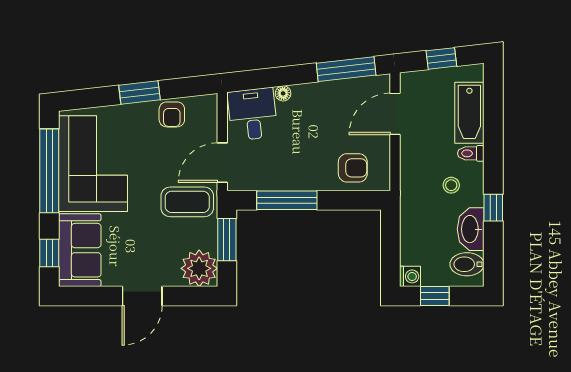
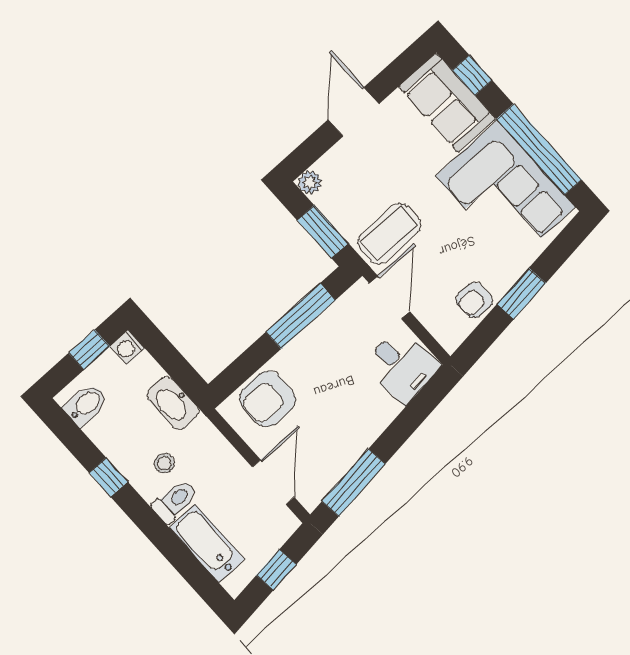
floor lamp: (283, 93) -> (391, 409), removed
armchair: (172, 114) -> (474, 300), turned -90
toilet: (471, 153) -> (175, 501), width x1.37, depth x1.39
armchair: (353, 168) -> (267, 399), width x1.38, depth x1.38
washbasin: (471, 229) -> (173, 403), moved, turned 180
plant: (199, 268) -> (310, 182), width x0.53, depth x0.53

